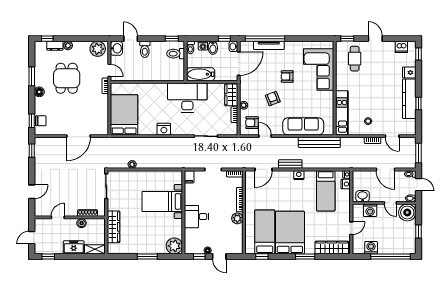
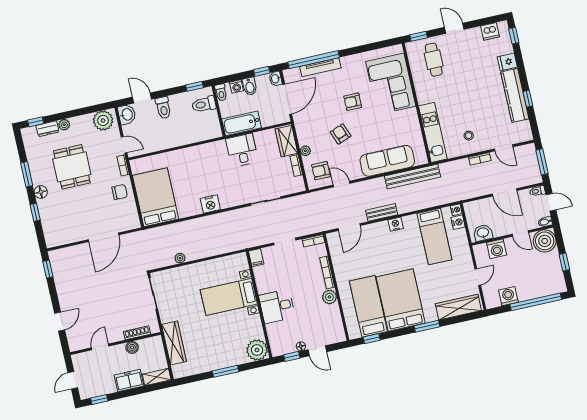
desk: (187, 98) -> (242, 150), width x0.53, depth x0.77
window: (32, 121) -> (35, 212), moved
chair: (41, 121) -> (120, 192), moved

